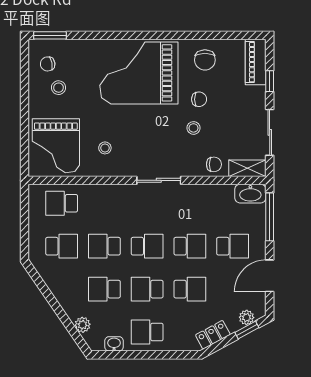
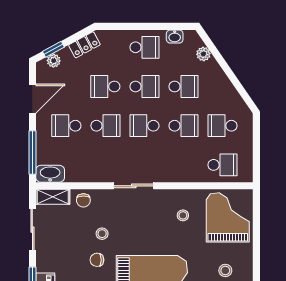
chair: (214, 164) -> (83, 200), turned -90
school desk: (190, 246) -> (105, 126), turned 180

